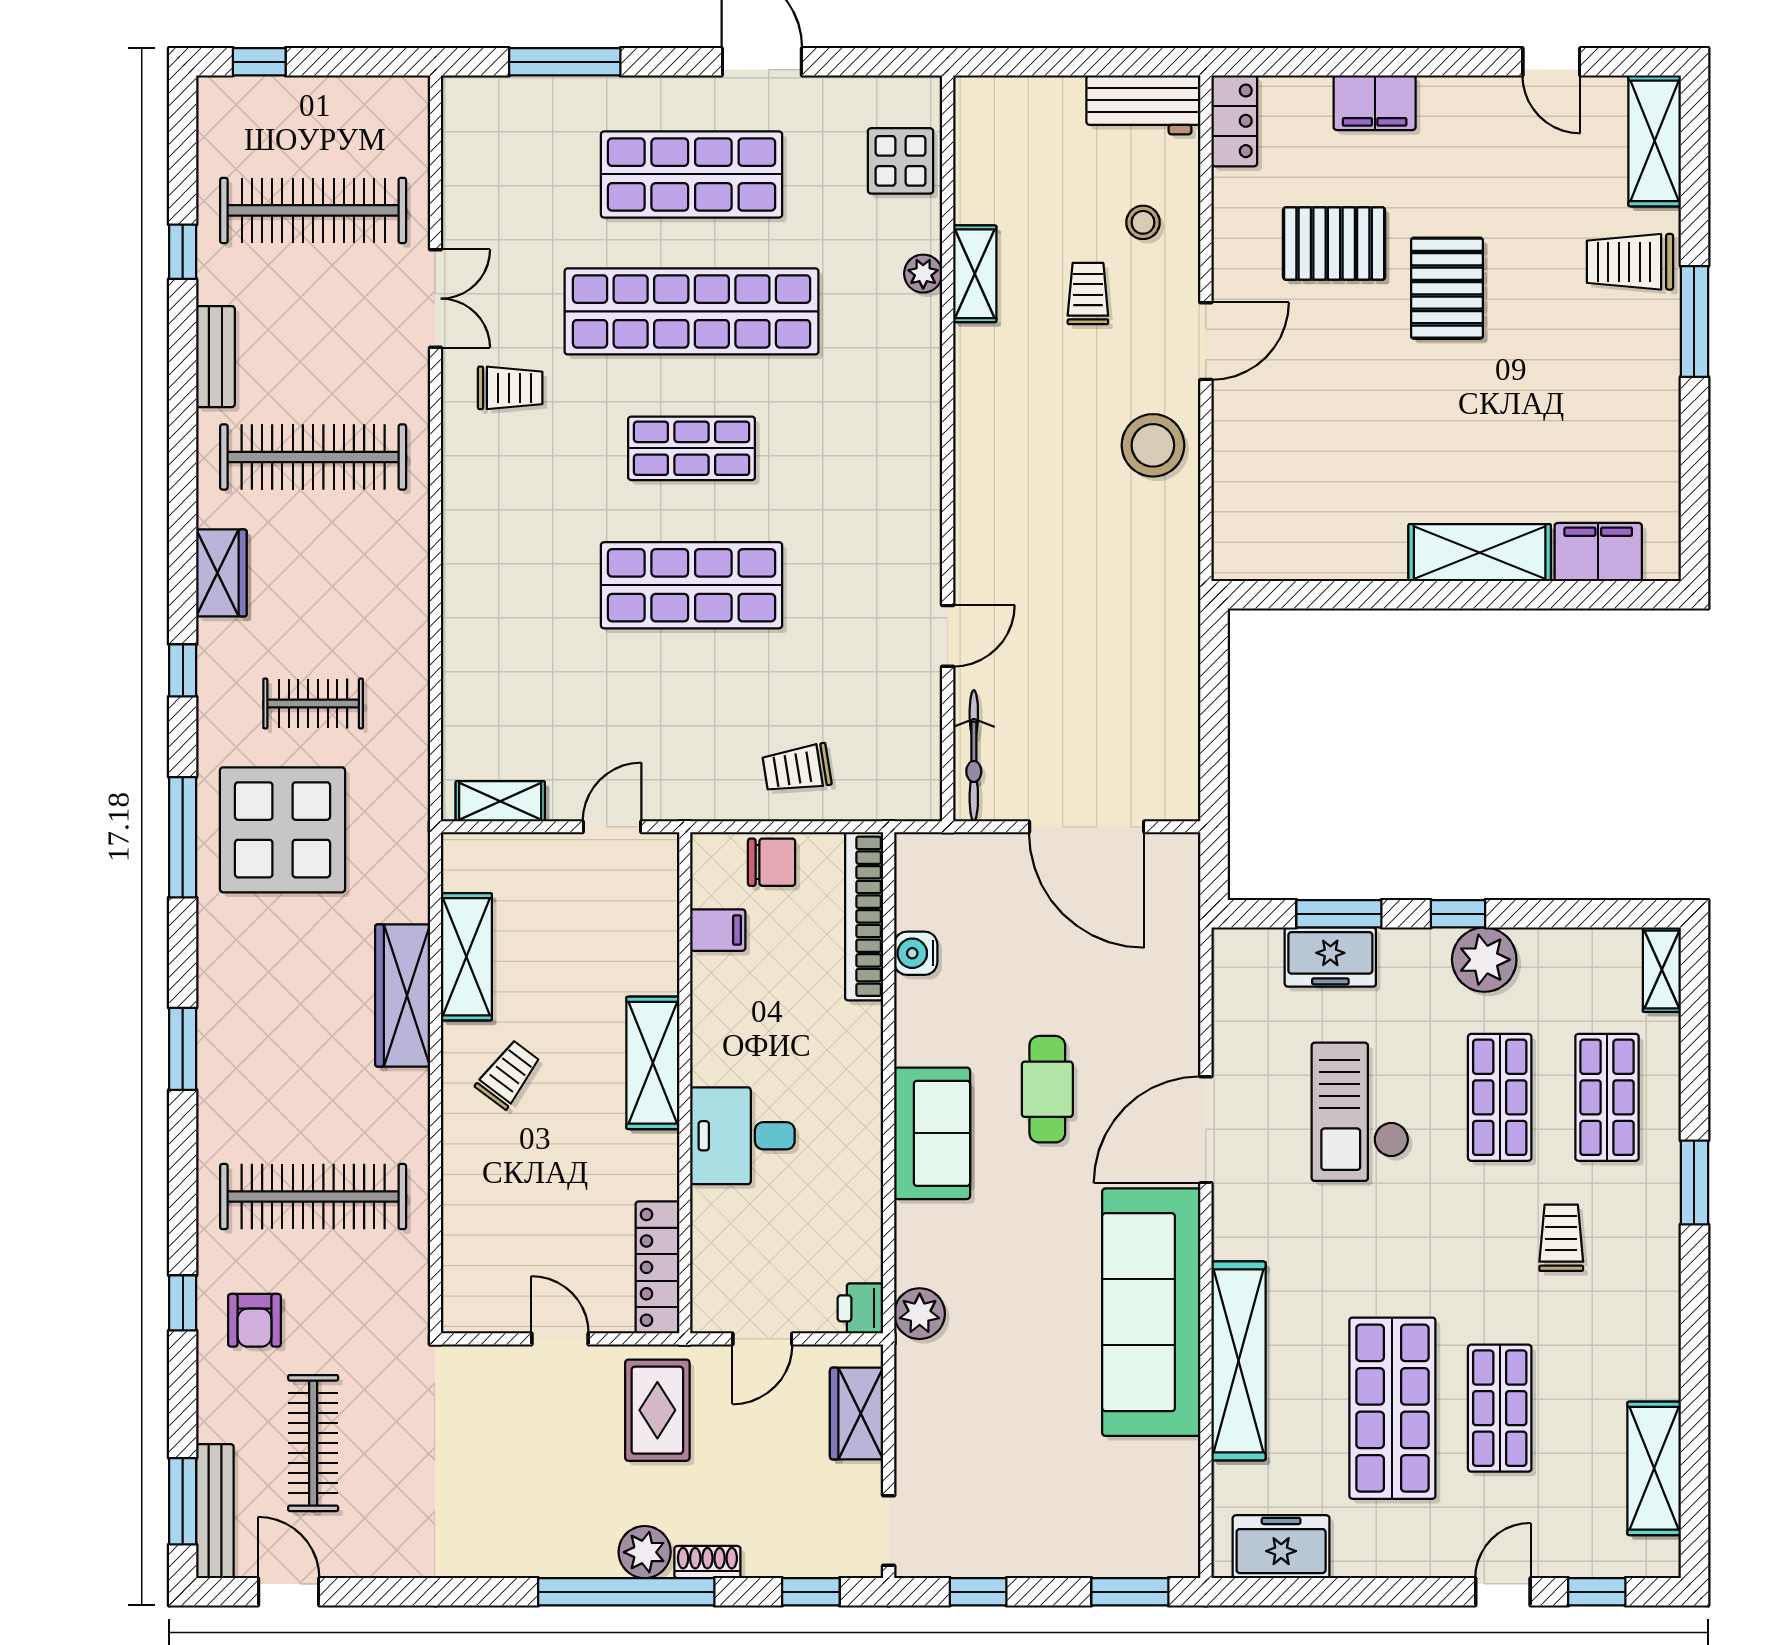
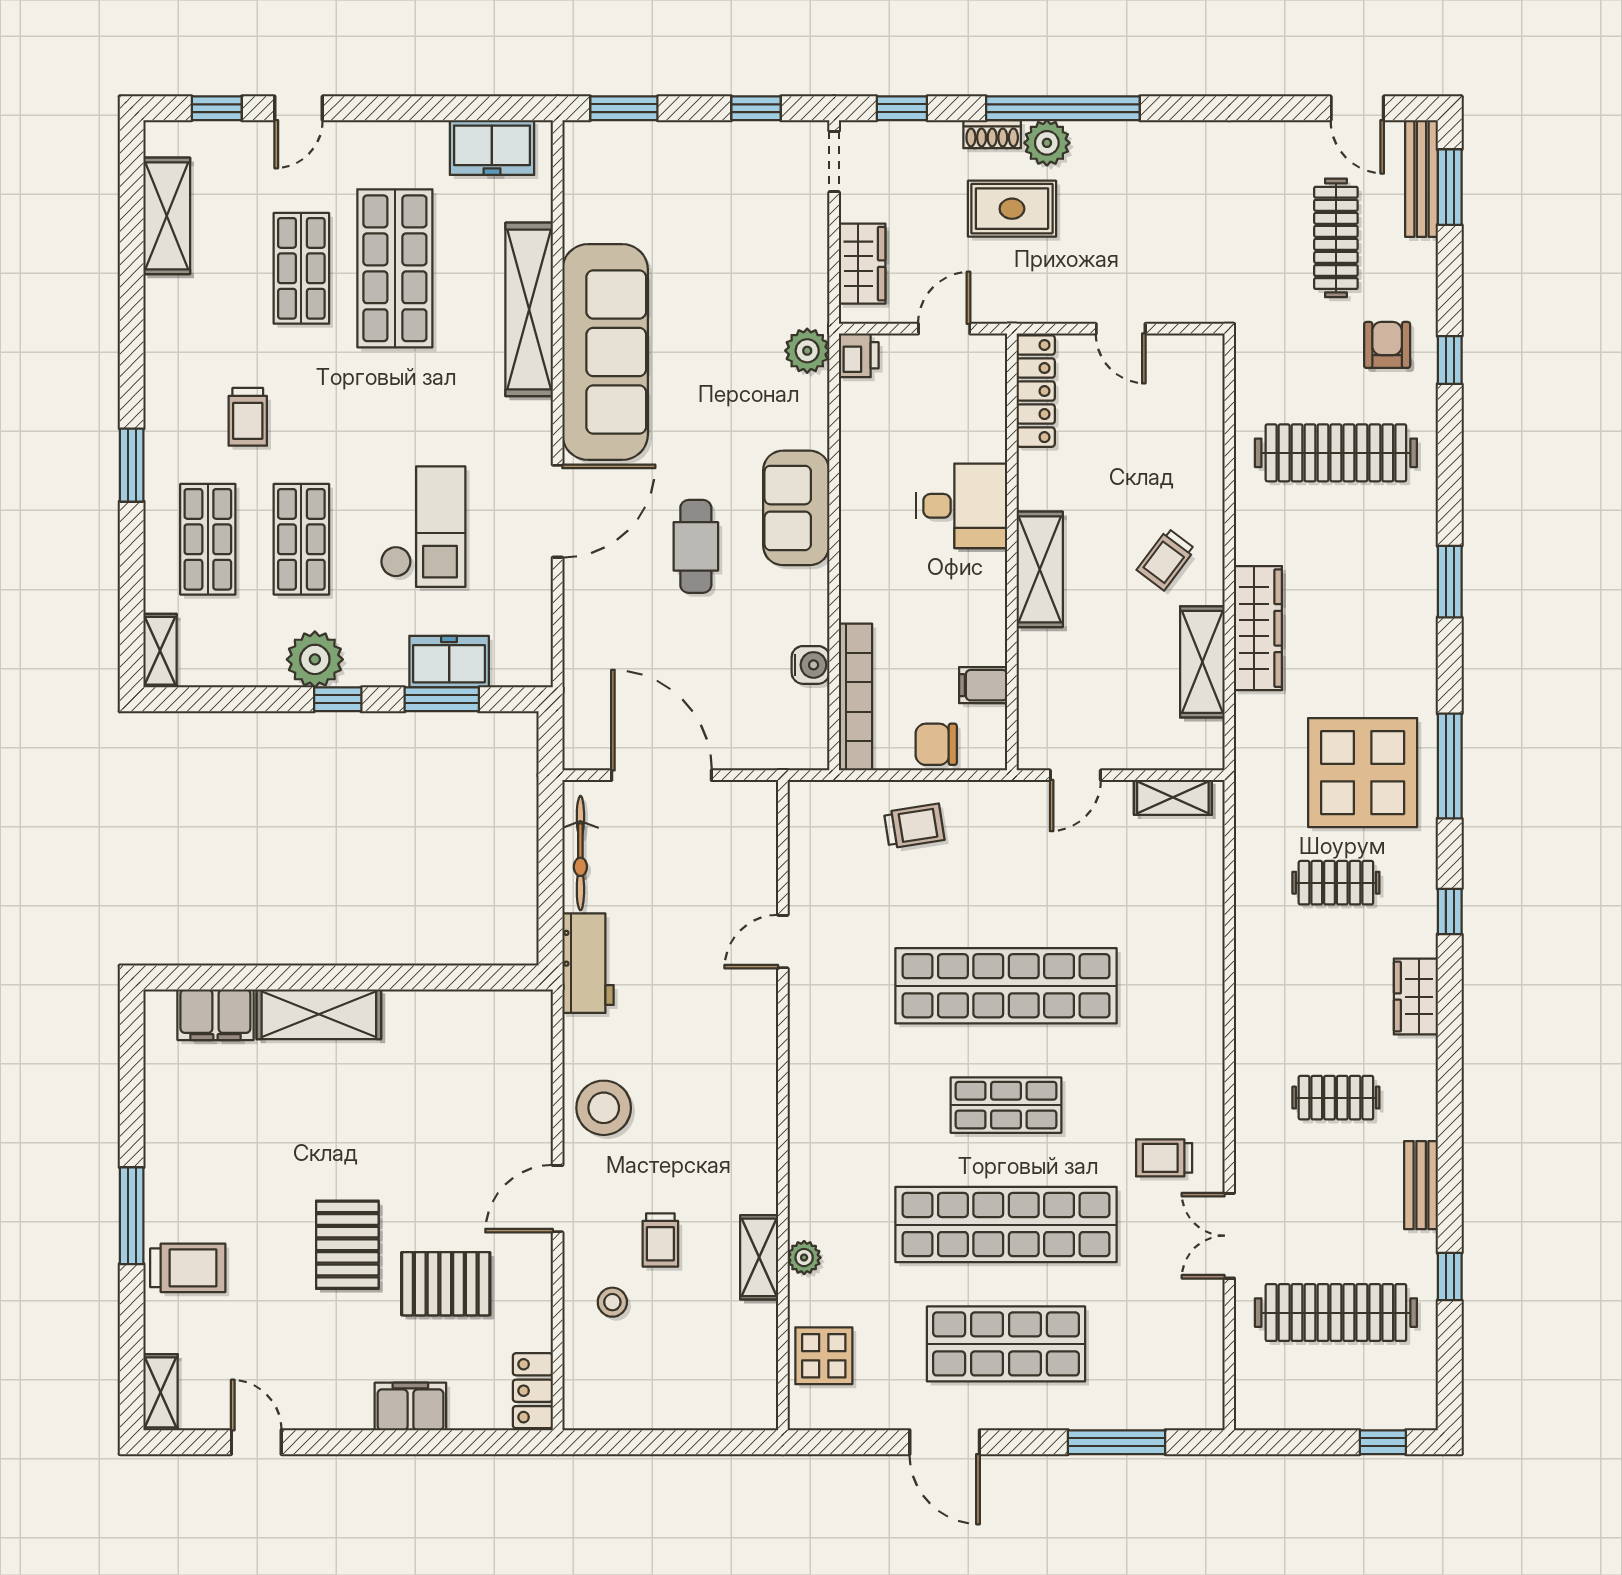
workbench: (1143, 105) -> (588, 963), moved, turned 90
shelving: (1655, 141) -> (161, 1392), width x0.67, depth x0.75
clothes rail: (313, 457) -> (1336, 1098), width x0.54, depth x0.76
shop shelf: (692, 585) -> (1006, 986), width x1.40
bicycle: (974, 756) -> (580, 853), moved, turned 180
rug: (657, 1410) -> (1012, 209), moved, turned 90

